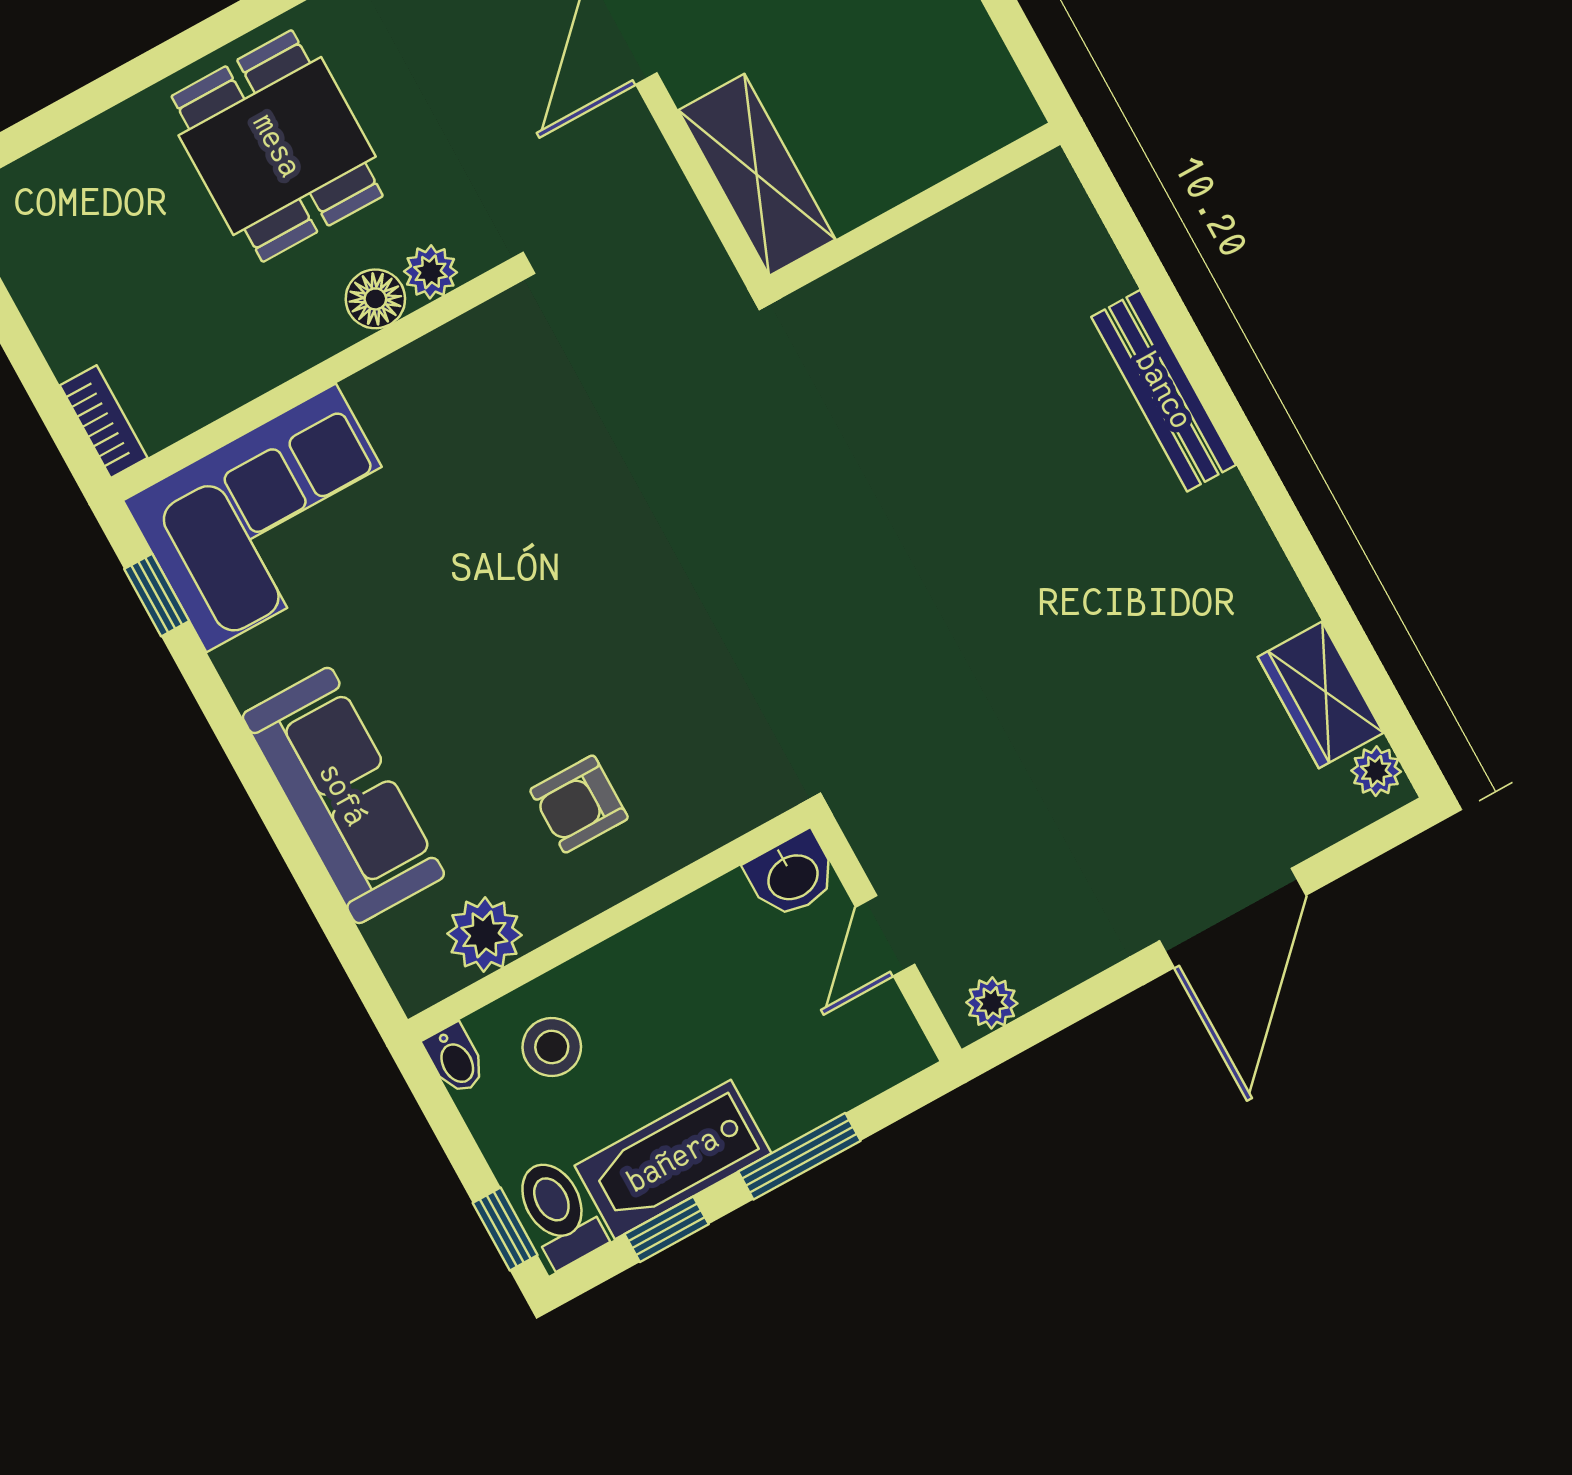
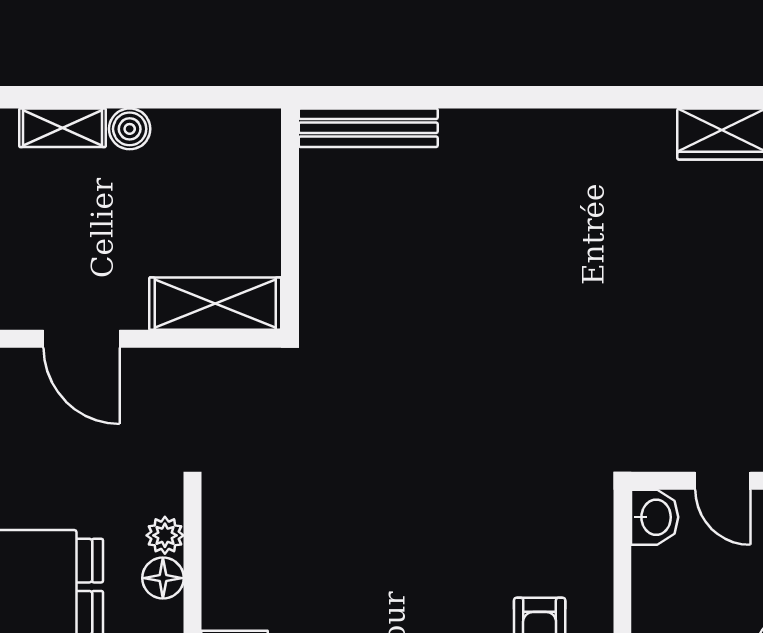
bench: (1164, 391) -> (368, 128), moved

